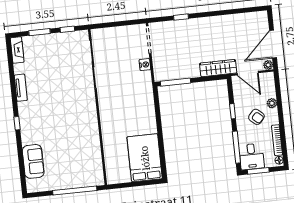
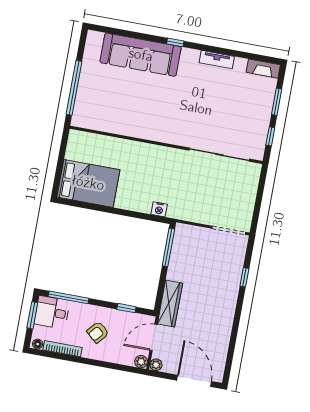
door: (273, 44) -> (194, 381), moved
nightstand: (145, 65) -> (159, 209), moved
plant: (272, 103) -> (141, 362), moved
window: (233, 111) -> (126, 308), moved
sofa: (33, 161) -> (141, 55), width x1.85, depth x1.27

